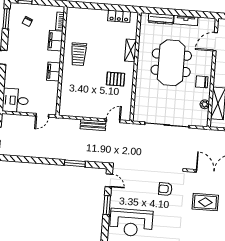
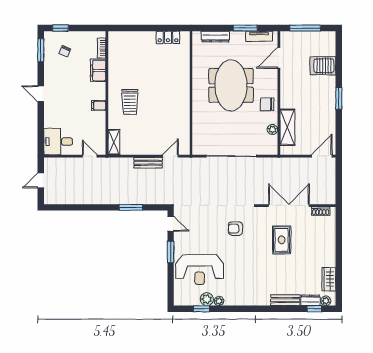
window: (188, 13) -> (245, 28), added
tv unit: (186, 20) -> (259, 36), moved
shelving: (131, 50) -> (114, 142), moved
trolley: (79, 54) -> (130, 102), moved
filing cabinet: (53, 72) -> (99, 106), width x0.50
pallet: (116, 79) -> (170, 109), removed
door: (42, 115) -> (90, 156), swing flipped
rug: (205, 202) -> (282, 240), turned 90

